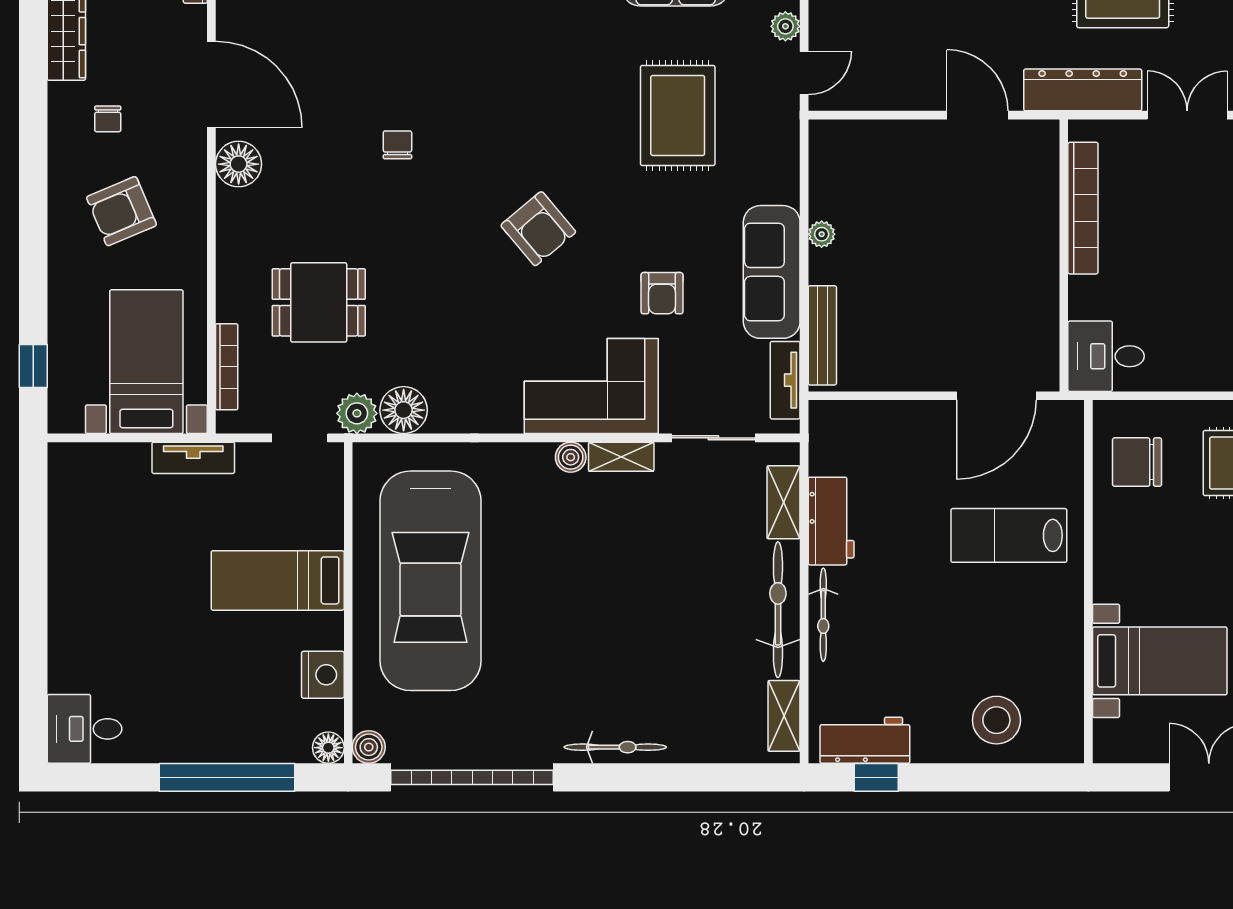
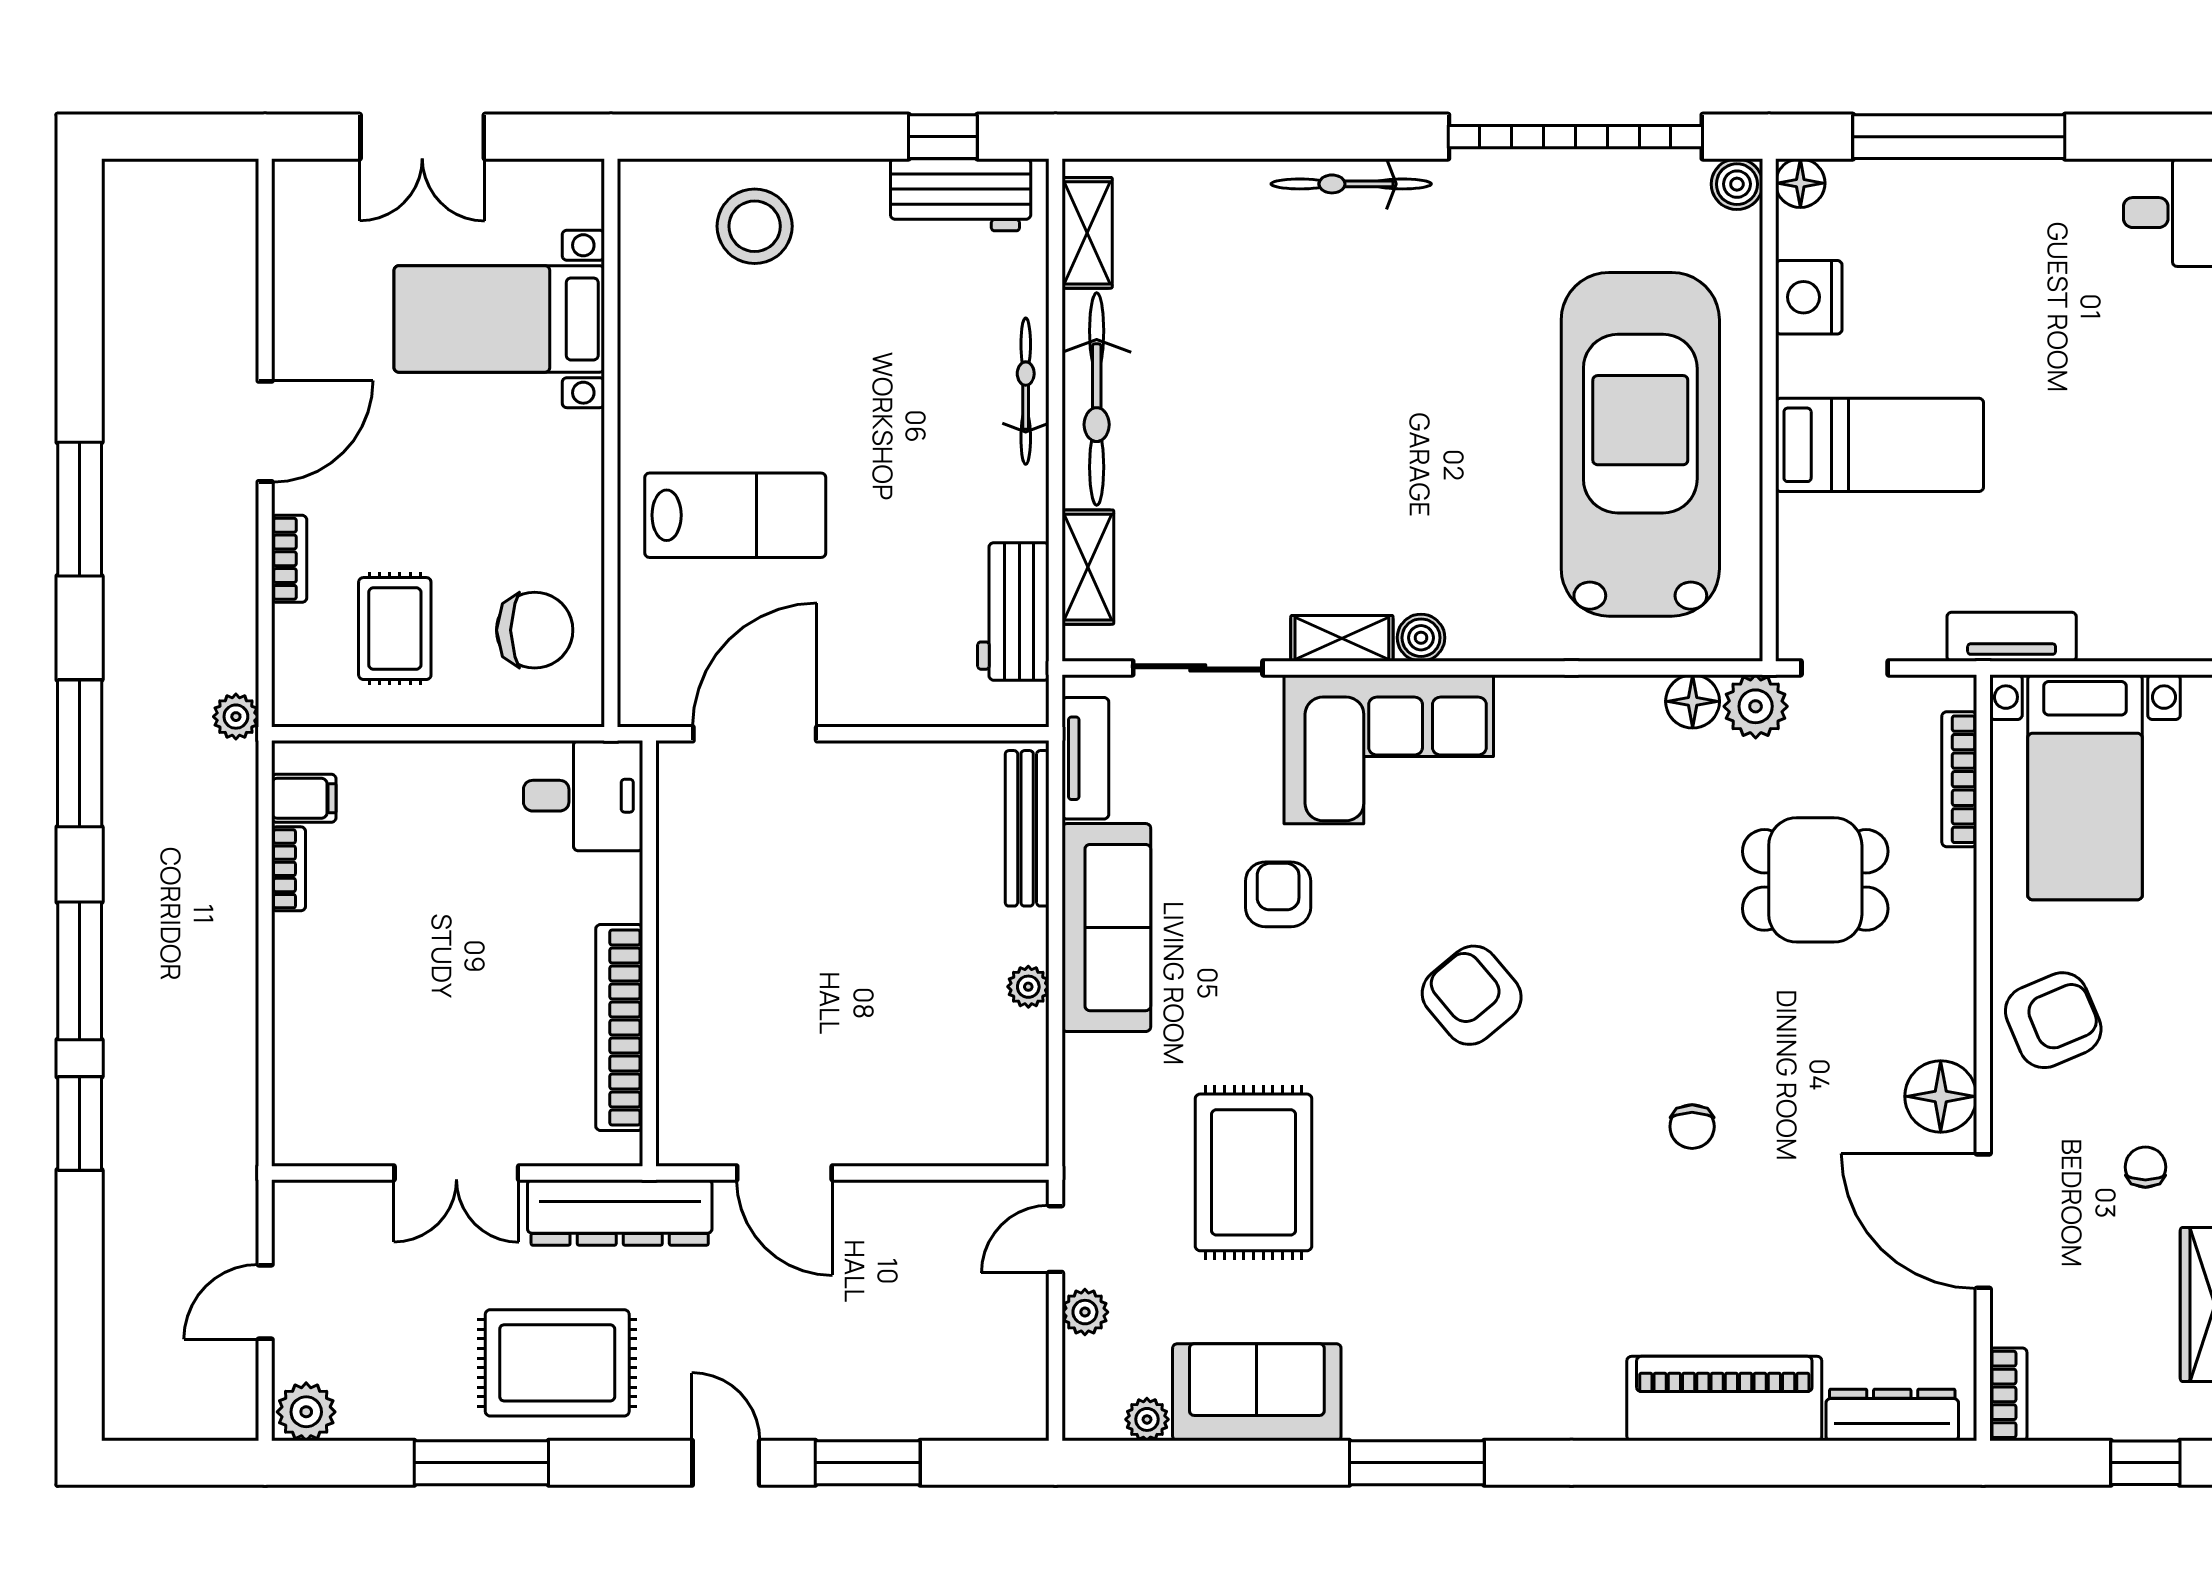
armchair: (121, 211) -> (2053, 1020), moved
floor lamp: (404, 410) -> (1693, 701), width x0.73, depth x0.73
workbench: (831, 521) -> (1013, 611), moved

